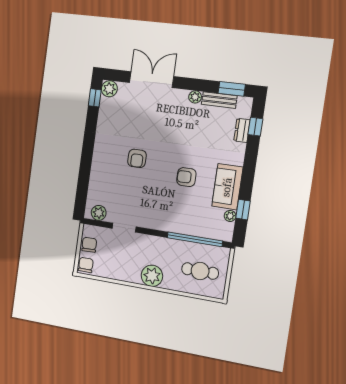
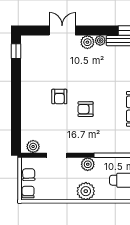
double door: (151, 80) -> (62, 31), width x0.73
plant: (109, 89) -> (87, 42), moved
armchair: (186, 177) -> (86, 109), moved
plant: (159, 244) -> (88, 164), added

